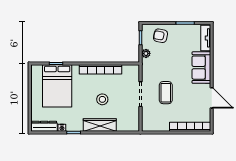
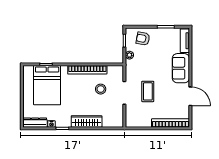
stool: (102, 99) -> (101, 89), moved

